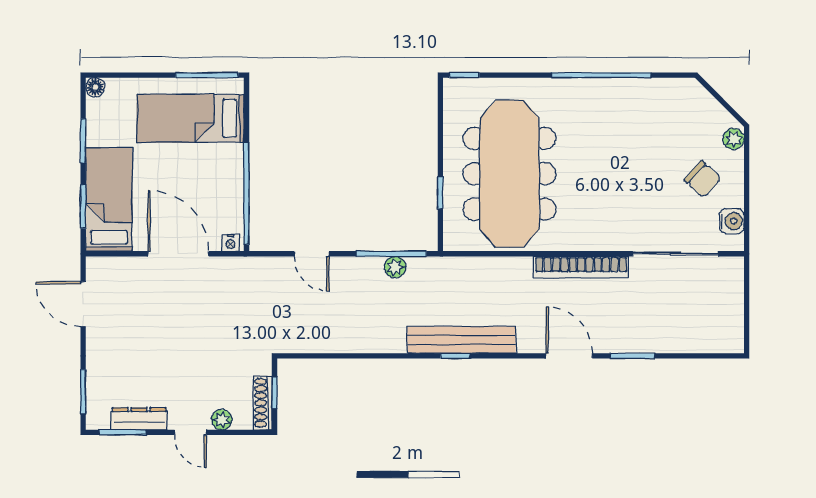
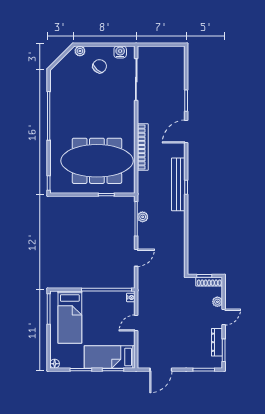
door: (178, 254) -> (136, 323), width x0.53
bookcase: (581, 267) -> (143, 147), moved

